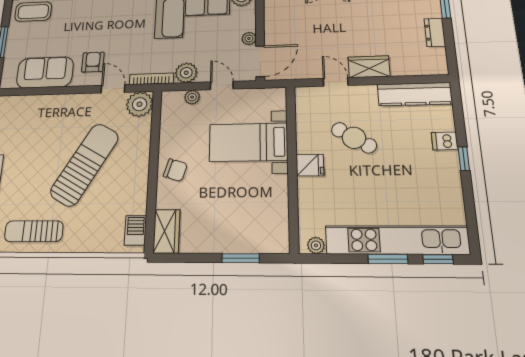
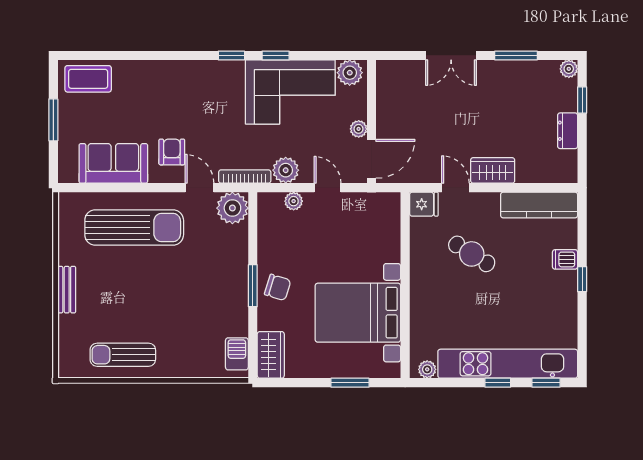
bed with nightstands: (248, 142) -> (358, 313), moved, width x1.36
sun lounger: (85, 165) -> (134, 227), moved, turned 60
fridge: (310, 165) -> (424, 204), moved
window: (153, 169) -> (253, 286), added
window: (388, 259) -> (498, 383), width x0.67

